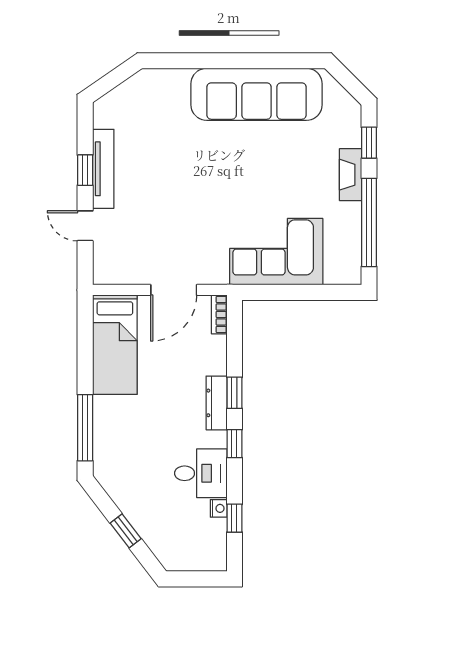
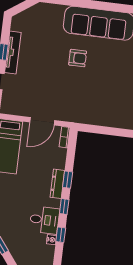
armchair: (225, 164) -> (78, 58), added
corner sofa: (276, 252) -> (99, 108), removed
window: (234, 518) -> (61, 235), moved

